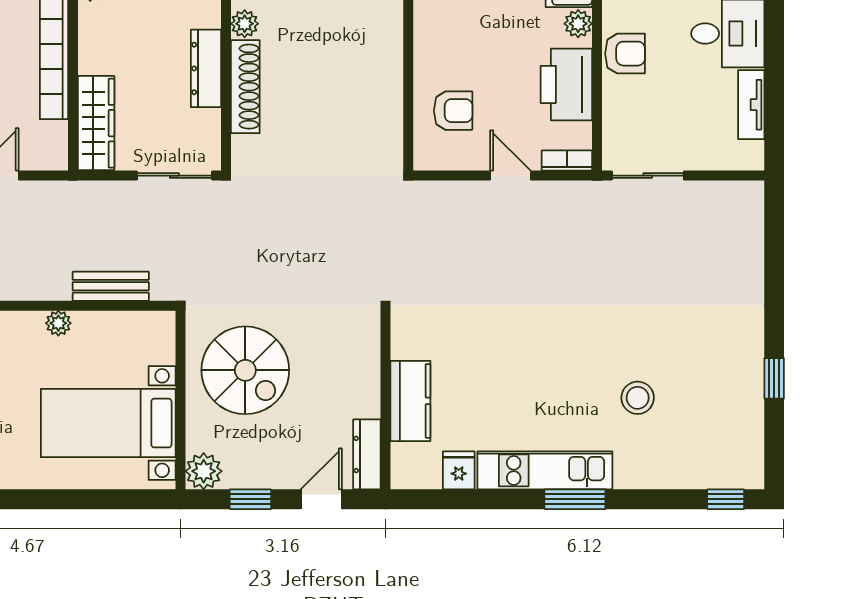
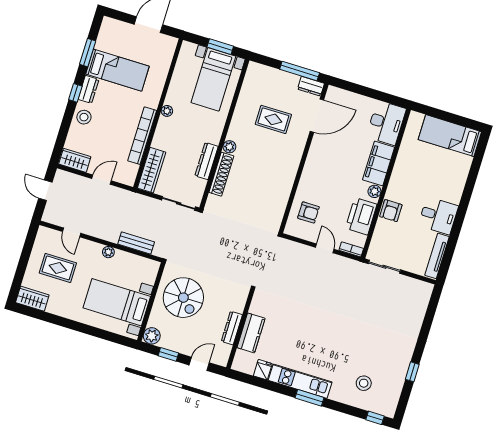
armchair: (625, 54) -> (391, 211), turned 90
tv unit: (751, 105) -> (437, 256), width x1.41
stool: (638, 398) -> (364, 383), moved
dresser: (367, 454) -> (232, 328), moved

